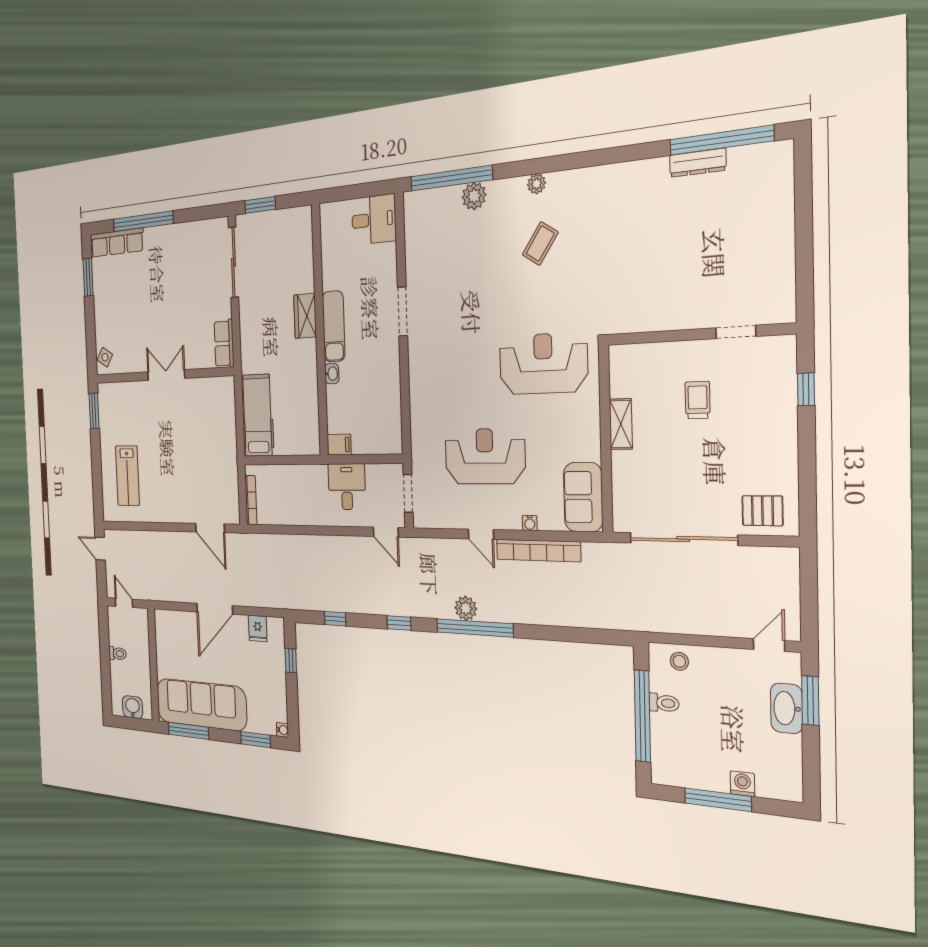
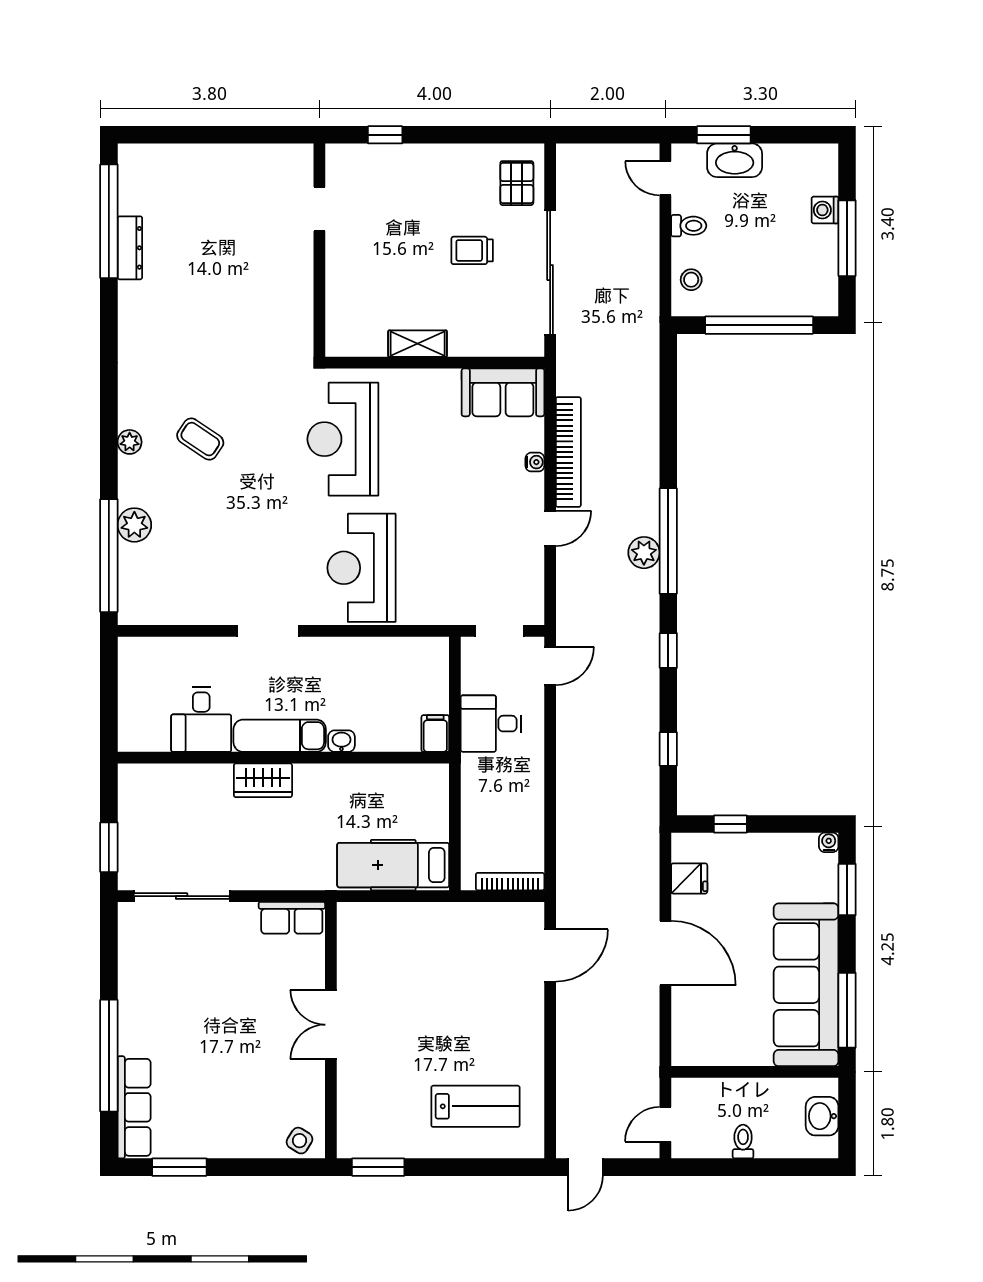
desk: (374, 220) -> (201, 720), moved, turned 180
trolley: (698, 400) -> (472, 250), moved
reception desk: (485, 456) -> (361, 568), moved
toilet: (664, 703) -> (689, 226), moved, turned 90

